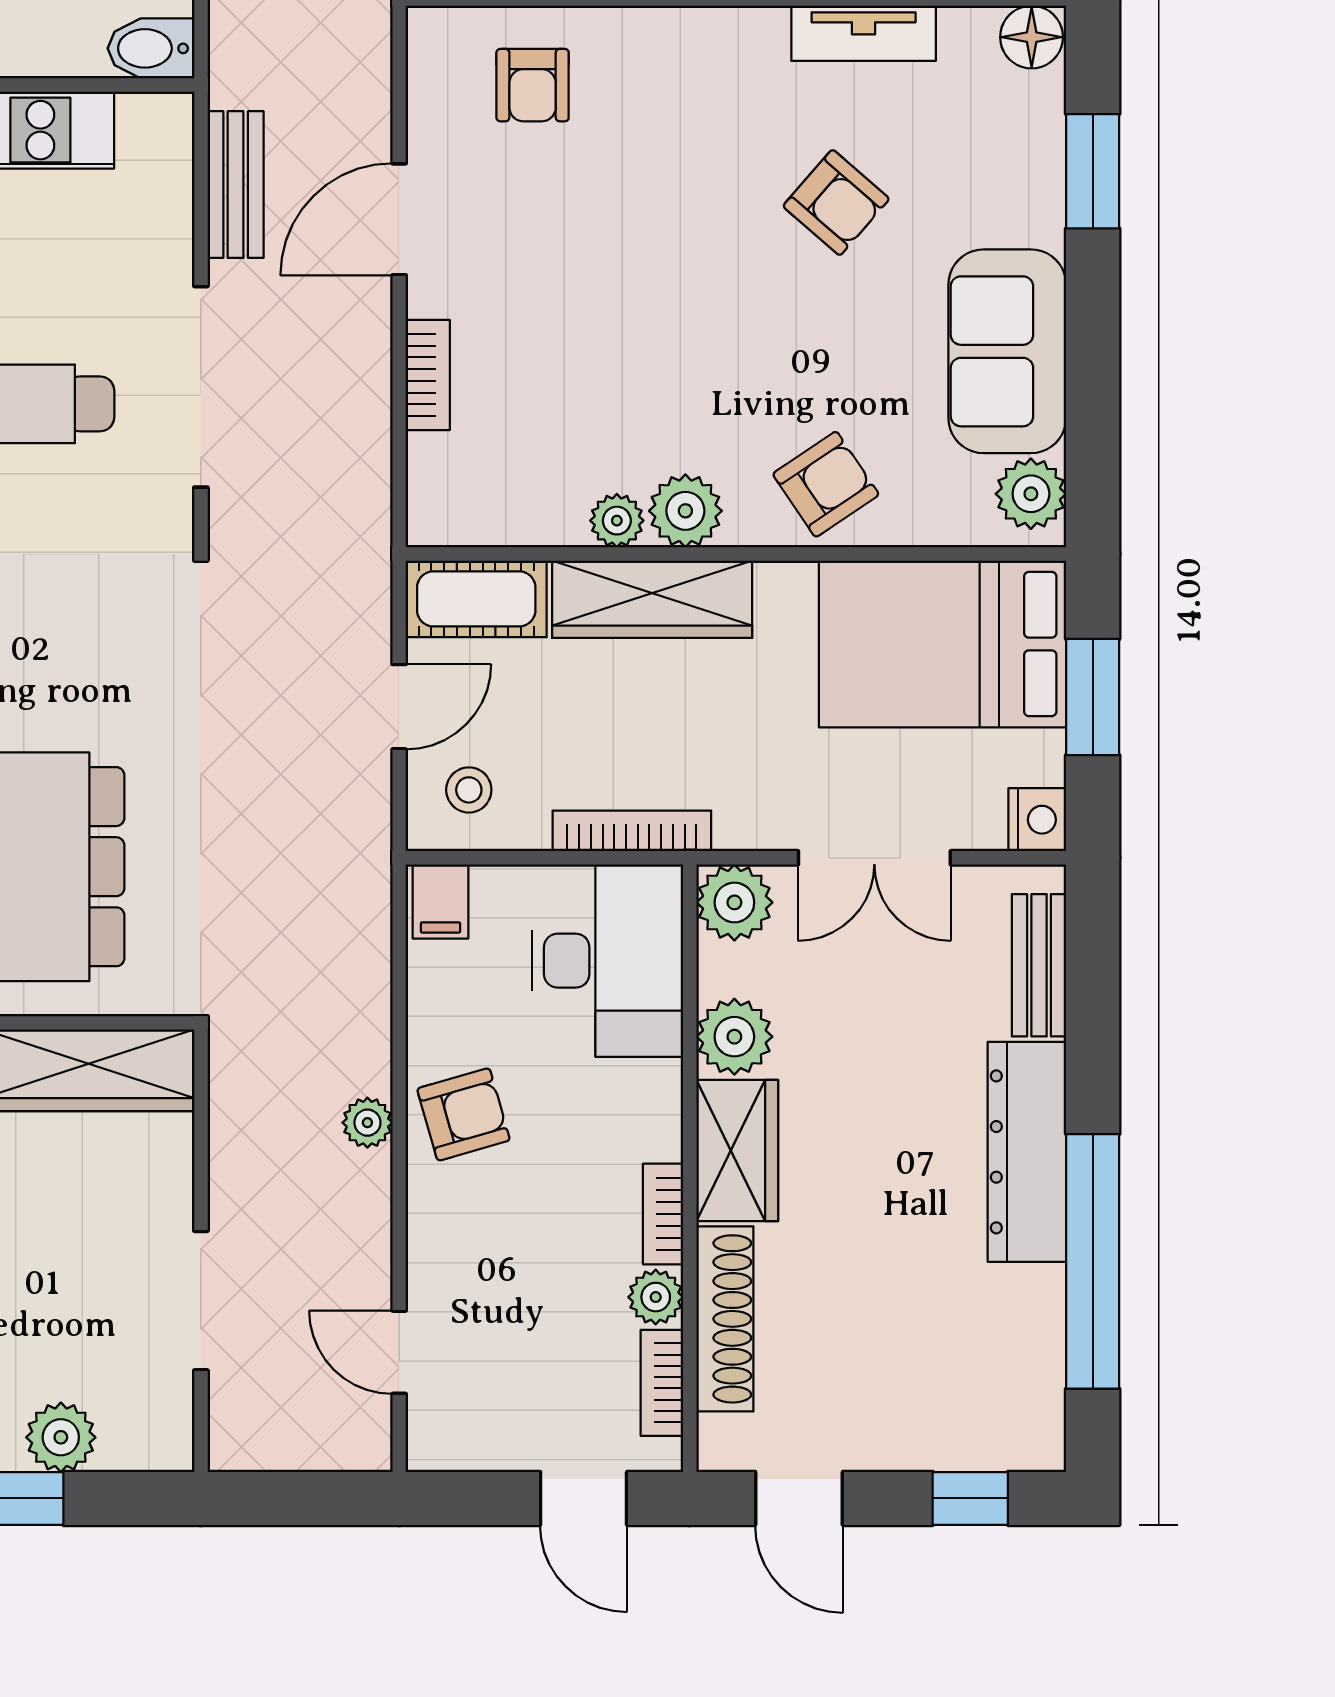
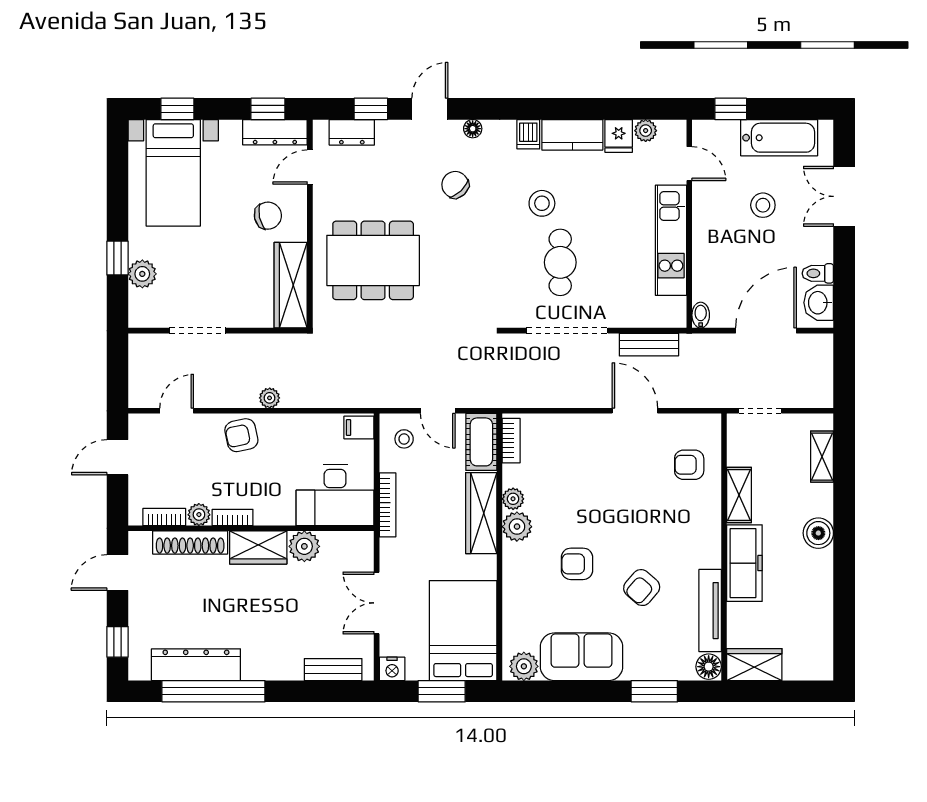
tv unit: (864, 33) -> (710, 611), width x1.41
bidet: (151, 48) -> (701, 315), width x0.72, depth x0.74
bookcase: (428, 375) -> (511, 441), moved, turned -90
armchair: (826, 484) -> (577, 564), moved, turned 124
plant: (734, 902) -> (359, 546), removed
armchair: (464, 1114) -> (241, 435), moved, turned 94
dresser: (1027, 1152) -> (196, 665), moved
door: (584, 1498) -> (118, 457), moved

